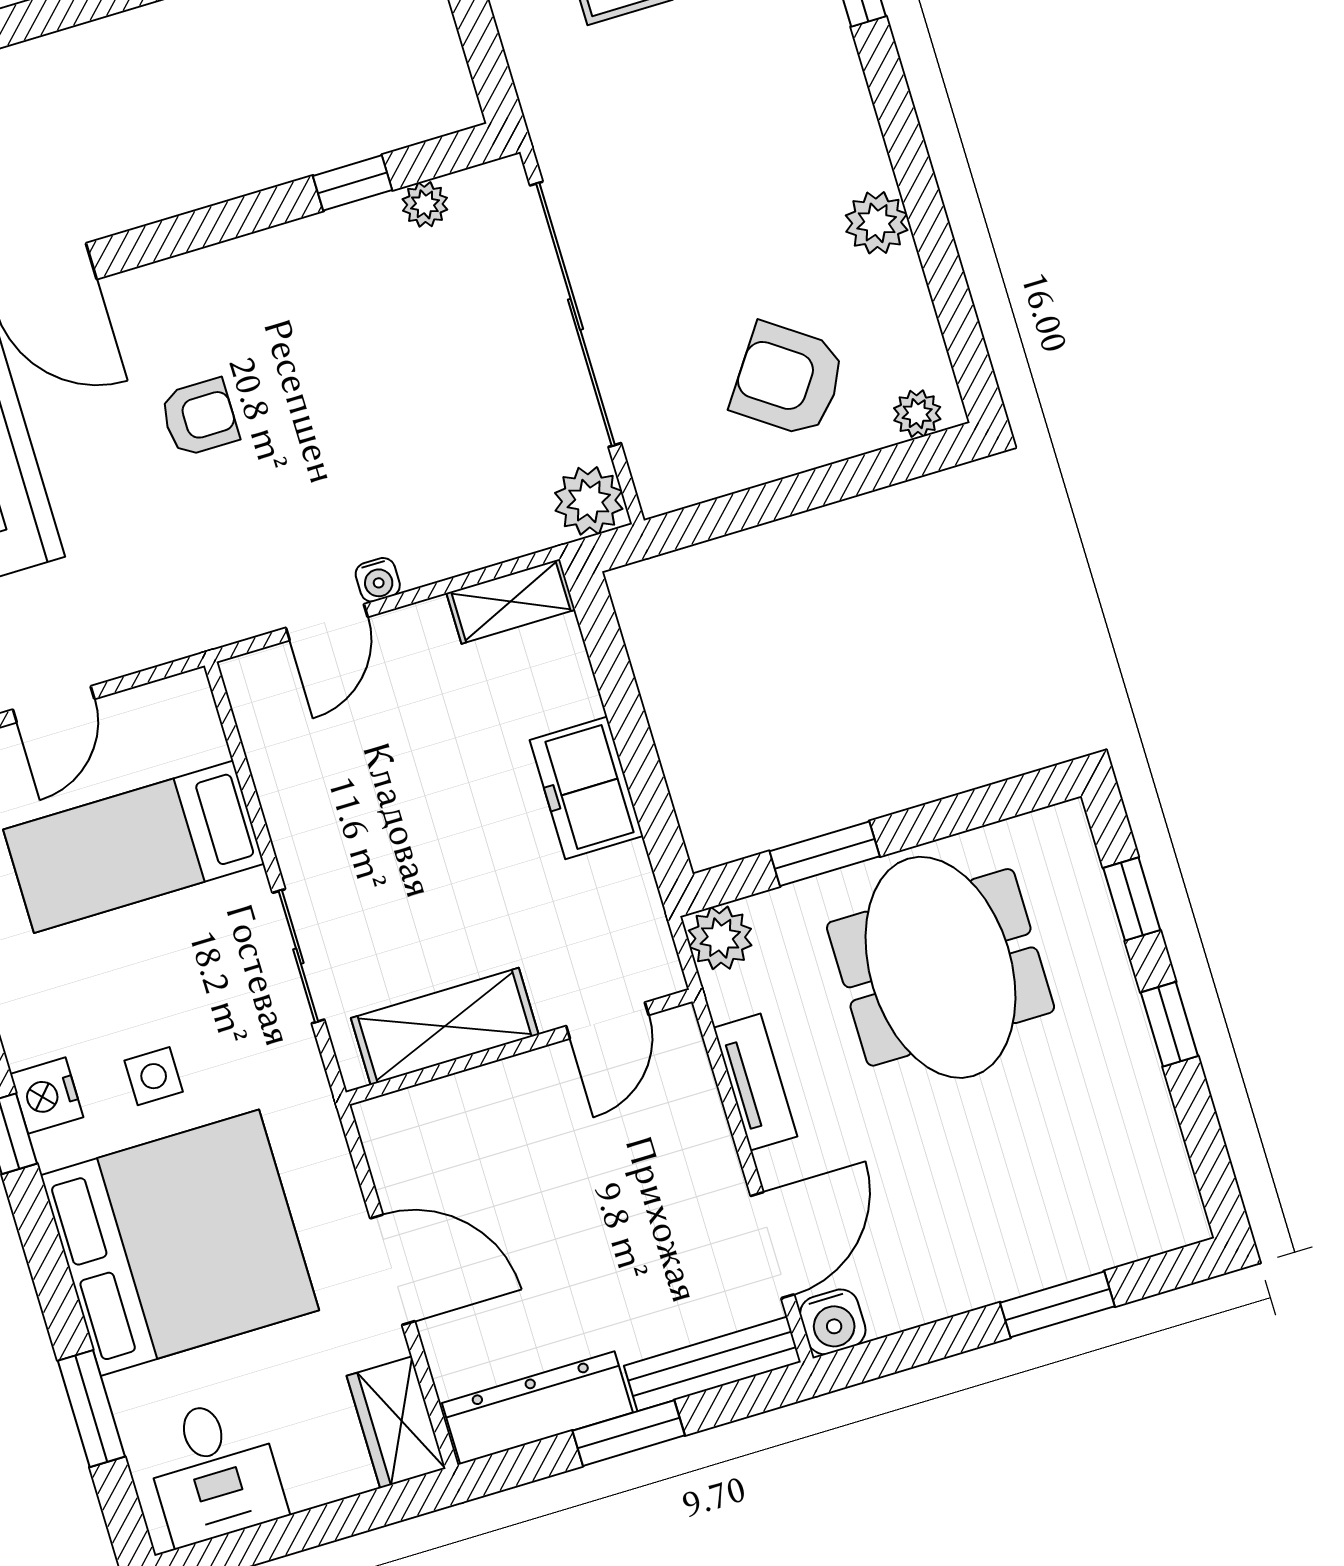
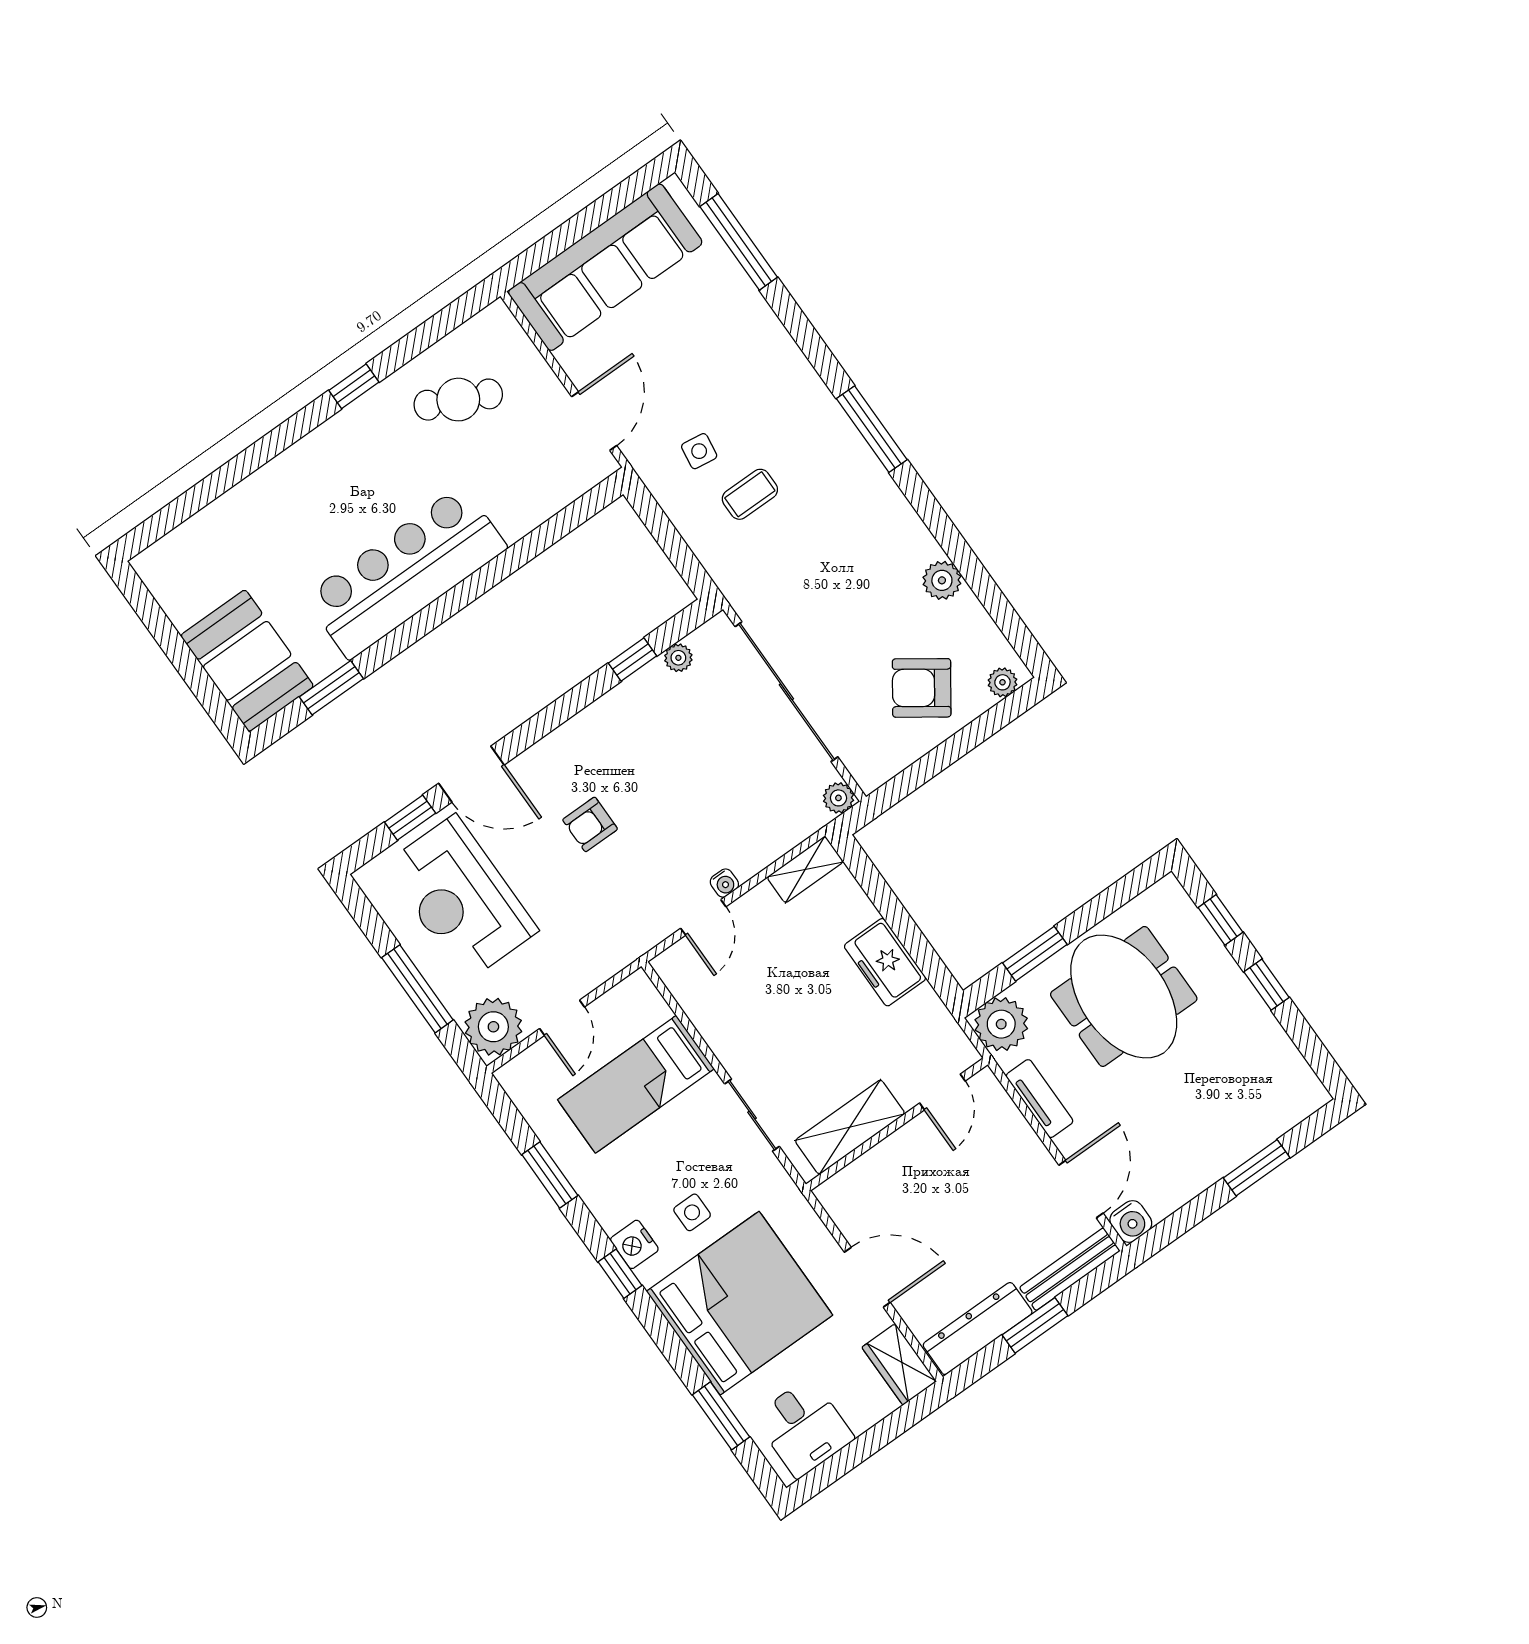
armchair: (199, 418) -> (590, 824), turned 180
plant: (589, 501) -> (838, 798), width x0.73, depth x0.73
plant: (720, 938) -> (1001, 1024), width x1.36, depth x1.36

